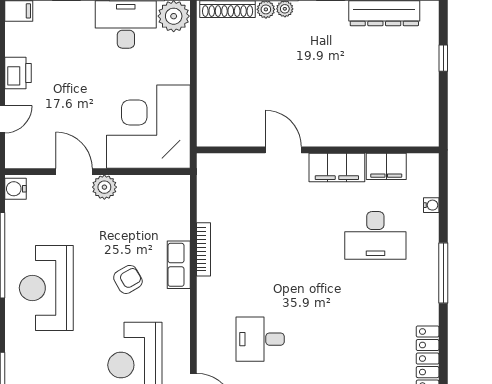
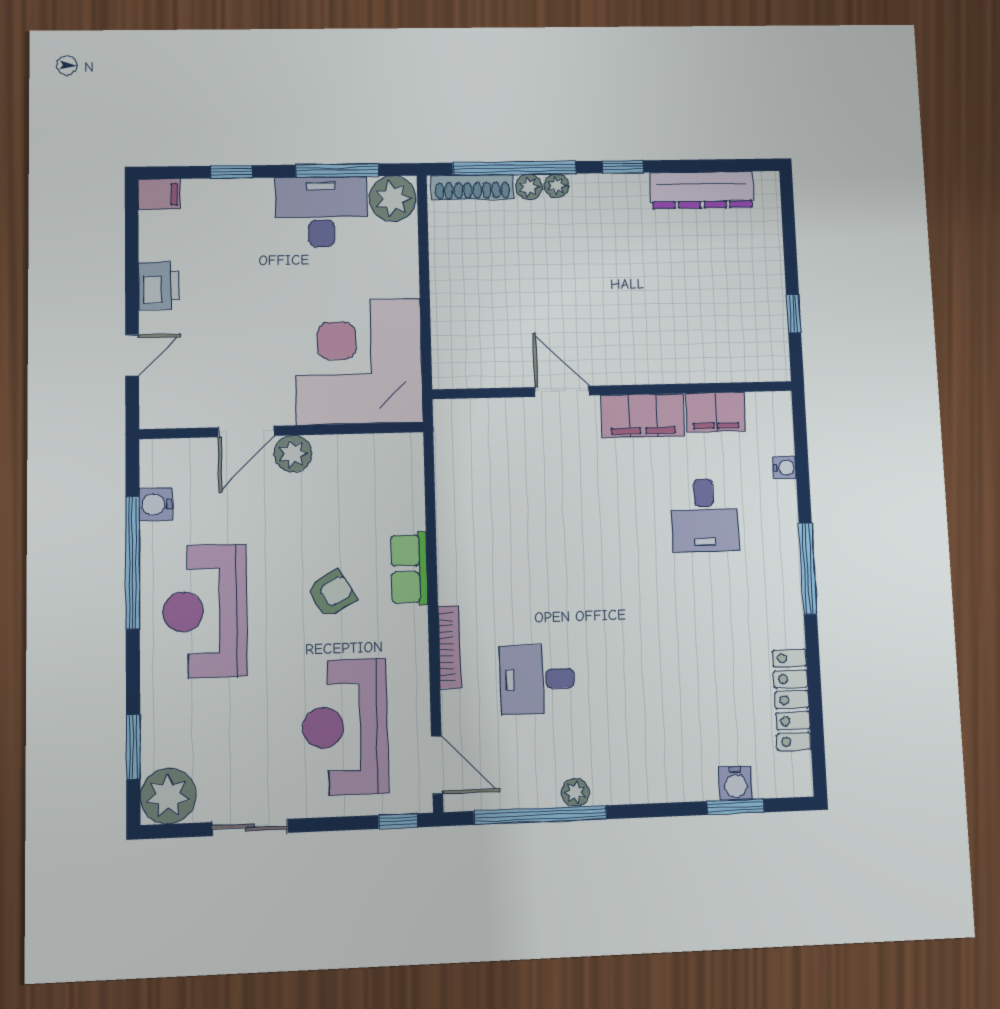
window: (443, 58) -> (794, 314), moved
door: (74, 172) -> (246, 432), swing flipped
water cooler: (15, 189) -> (156, 504), moved
desk: (375, 235) -> (704, 515), width x0.73
bookcase: (204, 249) -> (449, 647), moved

